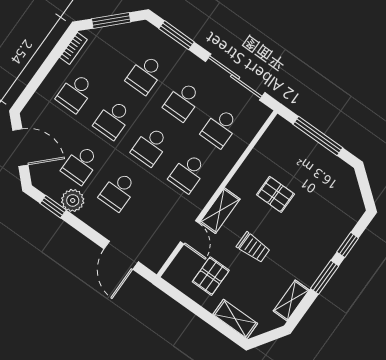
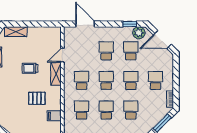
filing cabinet: (268, 149) -> (54, 116), added
plant: (73, 200) -> (139, 33), moved
door: (190, 232) -> (62, 55), hinge flipped
pallet: (211, 276) -> (40, 43), removed

